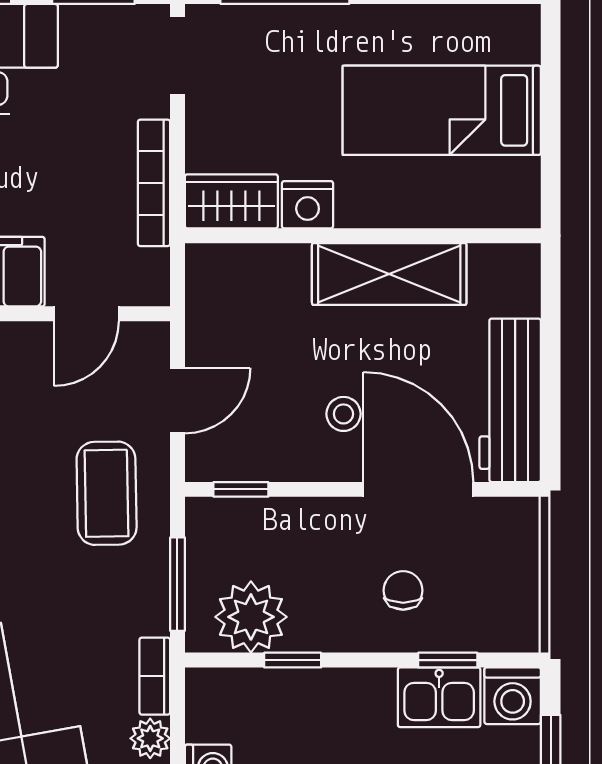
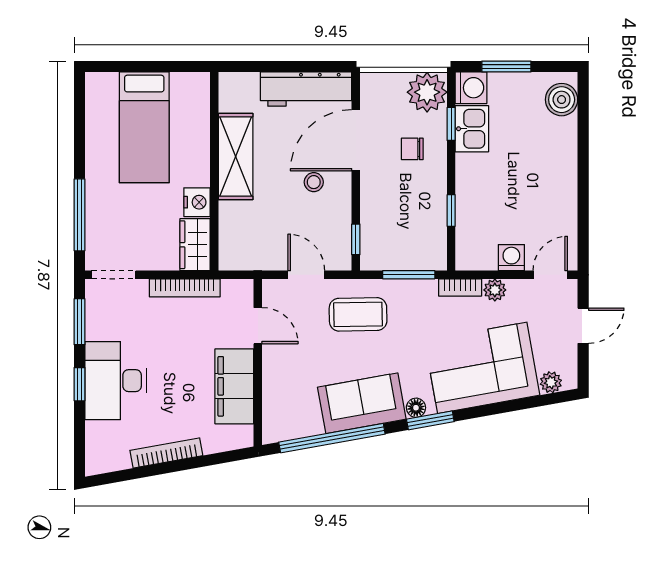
plant: (251, 617) -> (427, 92), moved

